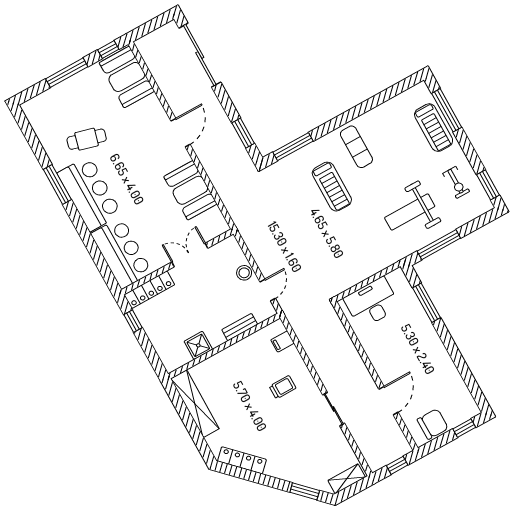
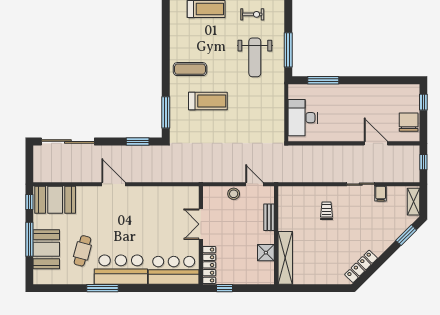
booth: (190, 190) -> (46, 249), moved, turned 90
filing cabinet: (282, 342) -> (381, 194), moved
shelving: (195, 404) -> (285, 258), moved, turned 90

